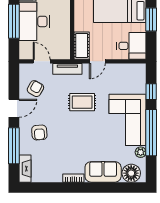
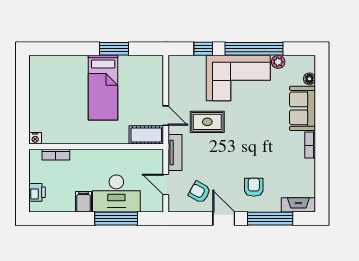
desk: (131, 46) -> (147, 73), removed
door: (42, 61) -> (166, 184), hinge flipped
rug: (82, 102) -> (207, 122), moved, turned 90
armchair: (39, 132) -> (254, 187), turned -86
floor lamp: (131, 173) -> (309, 79), width x0.53, depth x0.53

